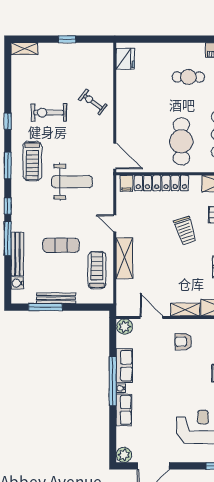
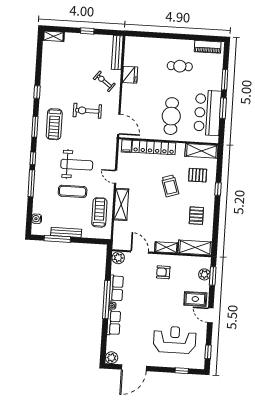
fridge: (125, 59) -> (130, 75), moved
exercise bike: (49, 113) -> (87, 111), moved
weight bench: (72, 182) -> (77, 165), moved
bench: (17, 254) -> (117, 53), moved

